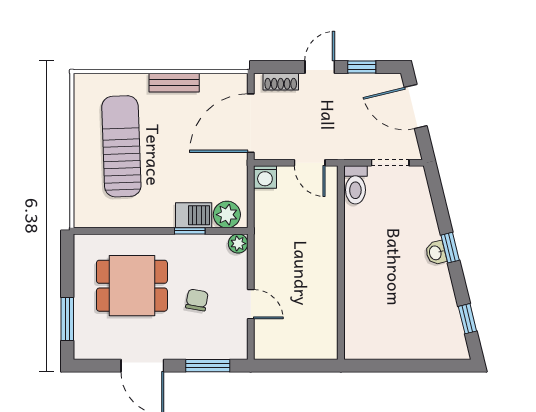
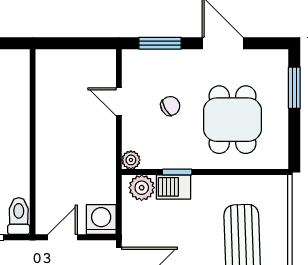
door: (310, 163) -> (63, 237), hinge flipped
washing machine: (265, 177) -> (101, 220), width x1.38, depth x1.38
dining table: (132, 286) -> (232, 120), turned 90
chair: (197, 300) -> (170, 106), turned -130

